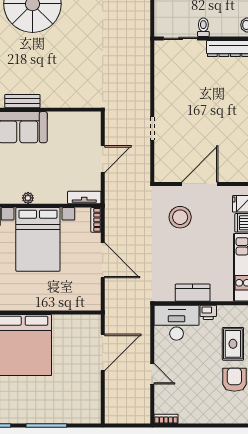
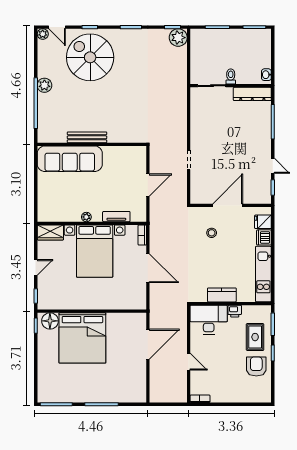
bench: (22, 101) -> (87, 137), width x1.36
tv unit: (84, 197) -> (116, 217), moved
stool: (180, 217) -> (212, 233), width x0.53, depth x0.53

